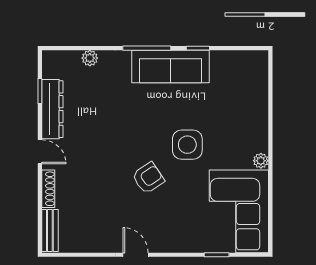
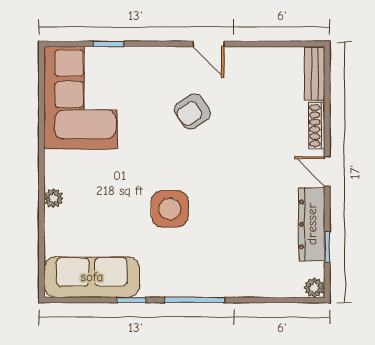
plant: (90, 58) -> (314, 288), moved
sofa: (171, 66) -> (92, 277), moved
side table: (187, 145) -> (170, 209), moved
plant: (261, 161) -> (53, 198), moved
armchair: (148, 178) -> (192, 112), moved

